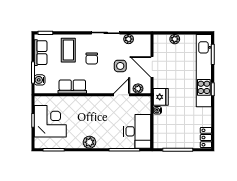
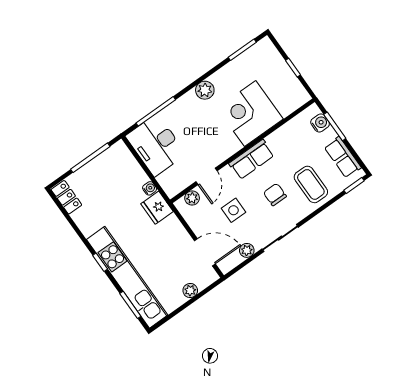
door: (152, 67) -> (205, 252), moved
row of seats: (72, 87) -> (252, 159), moved
corner desk: (50, 121) -> (250, 114), moved, turned 90

